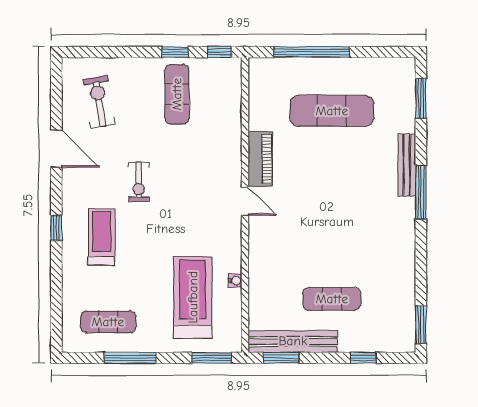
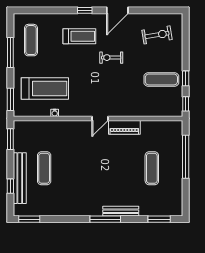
exercise mat: (332, 111) -> (152, 168), width x0.73, depth x0.69
door: (56, 149) -> (117, 10), moved
bench: (293, 341) -> (20, 178), moved

